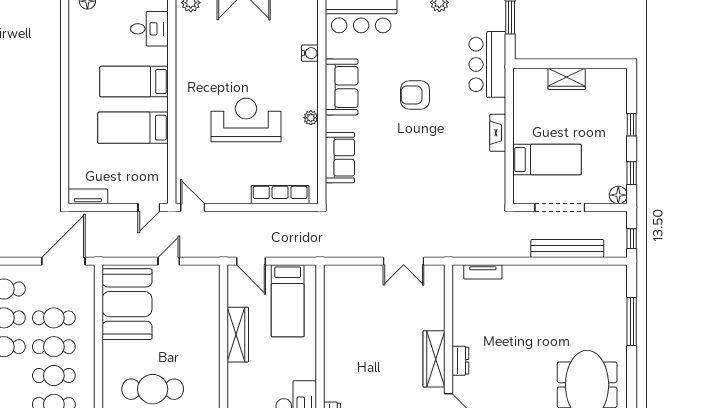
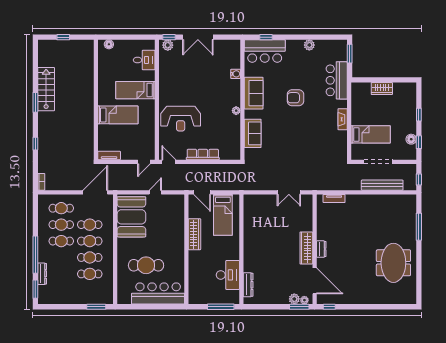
reception desk: (246, 120) -> (181, 119), moved, turned 180
bed: (133, 128) -> (118, 115), moved, turned 180
row of seats: (280, 195) -> (203, 154), moved
floor lamp: (618, 195) -> (411, 139), moved

